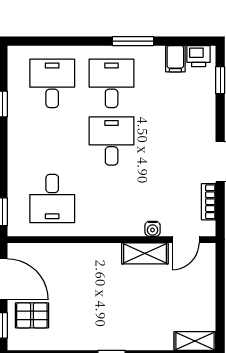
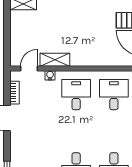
desk: (112, 141) -> (76, 95), moved, turned 180

